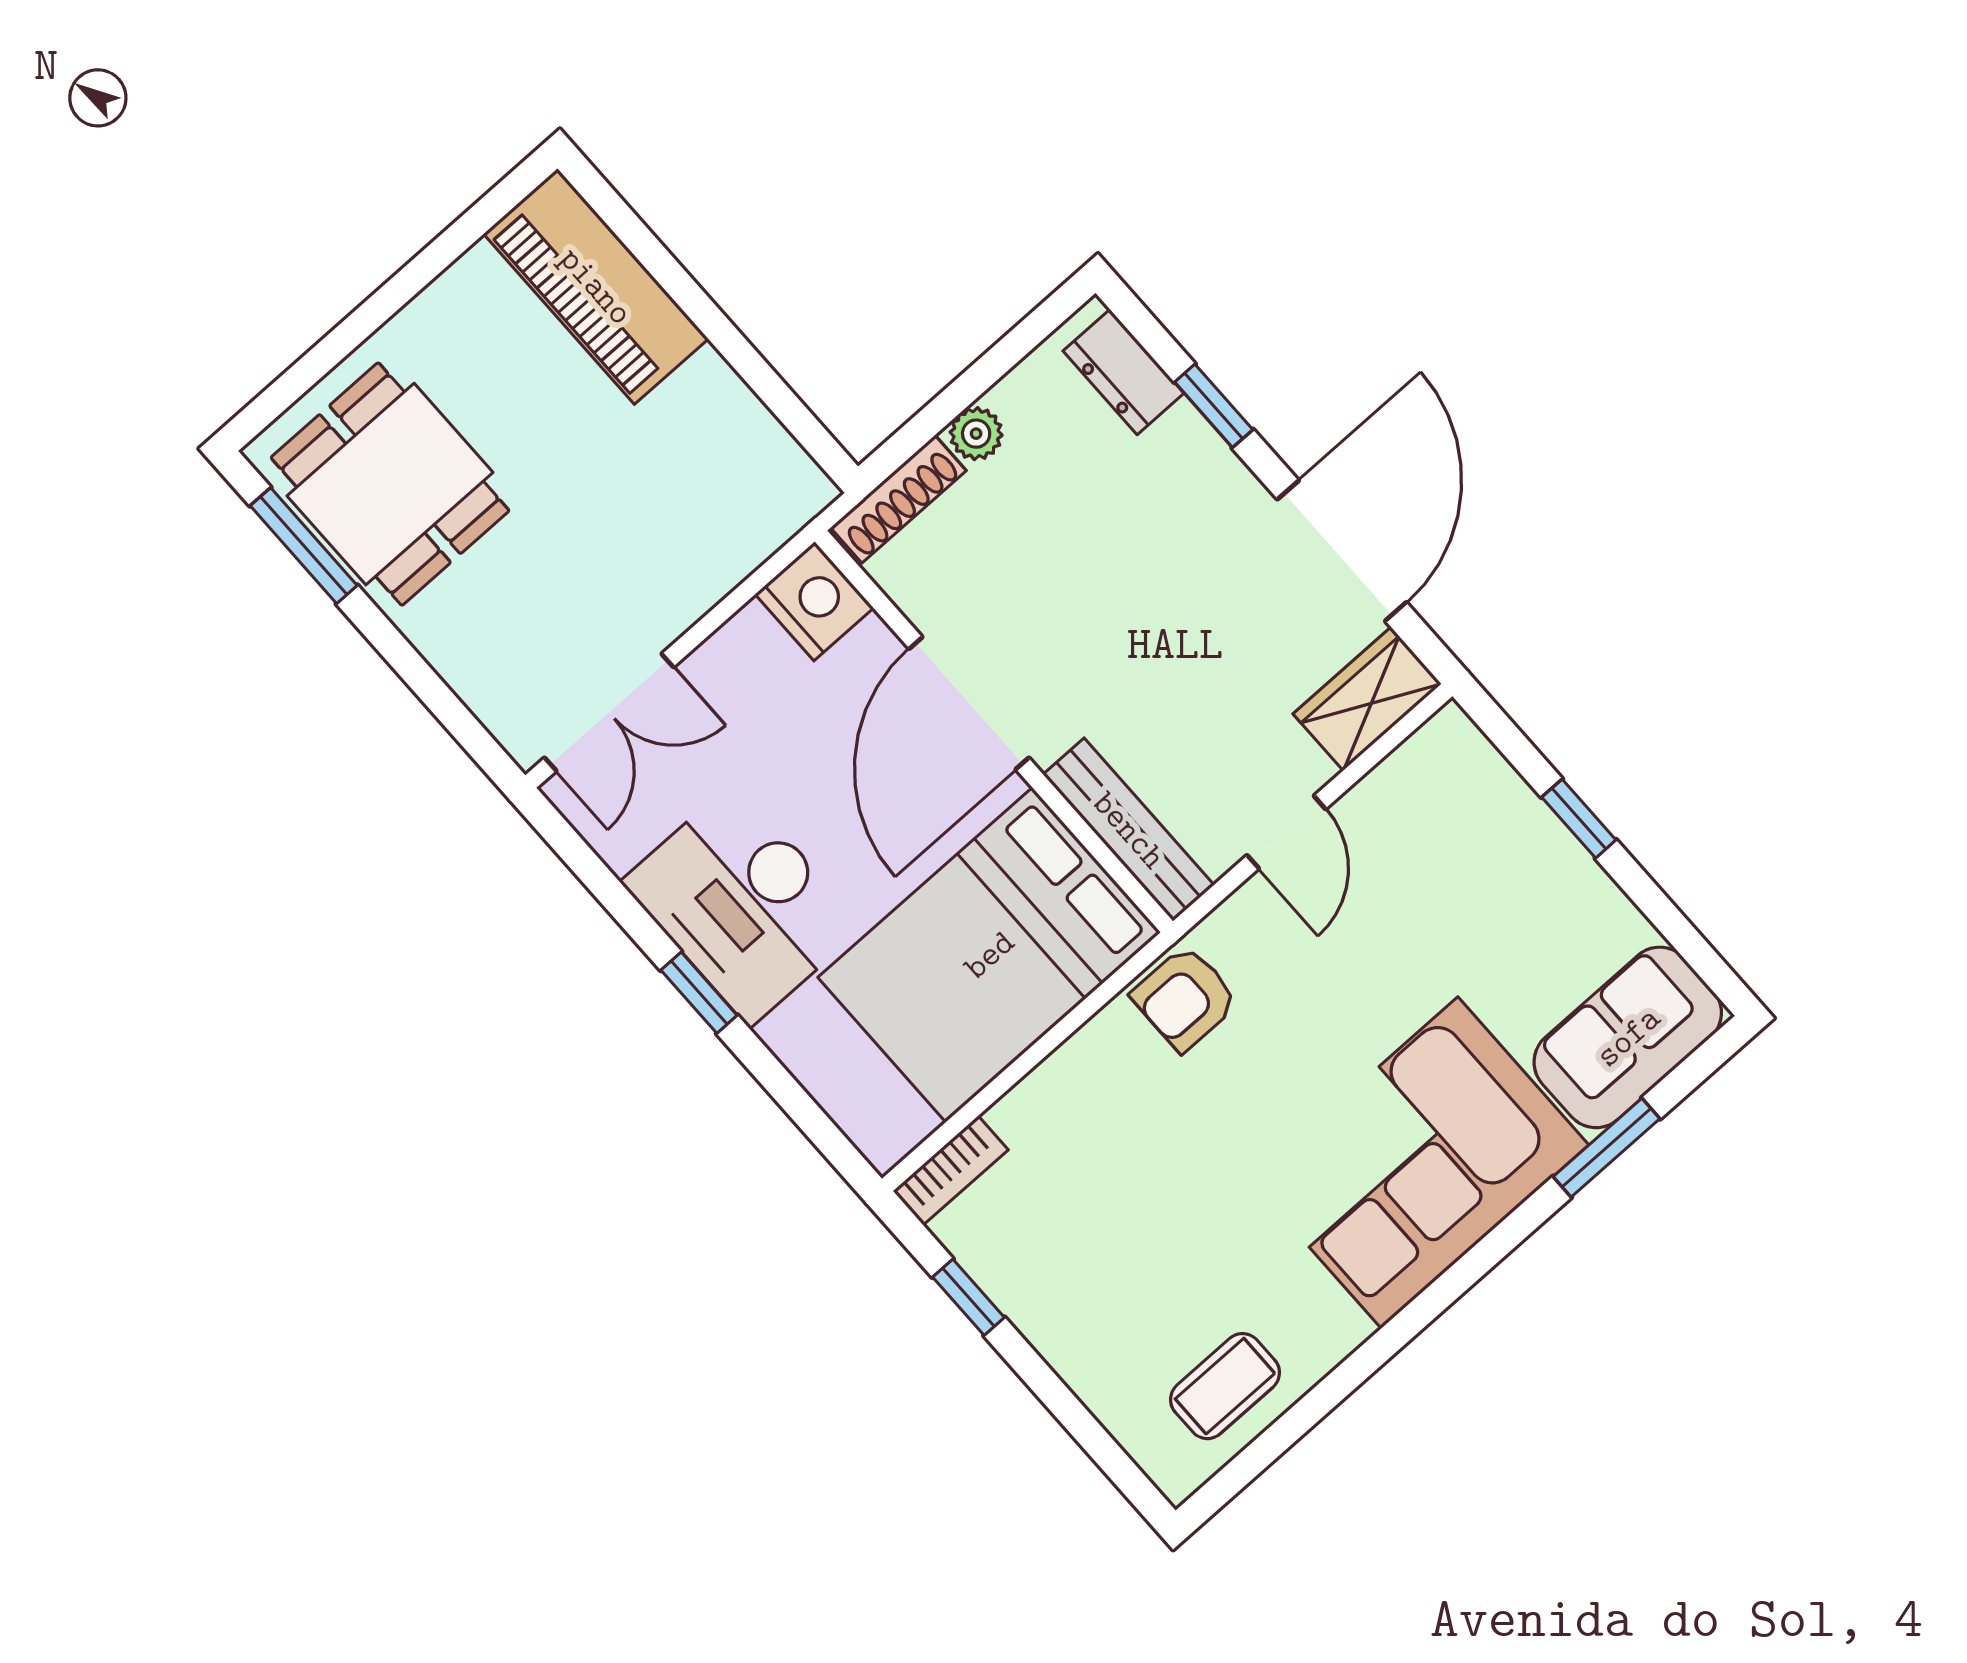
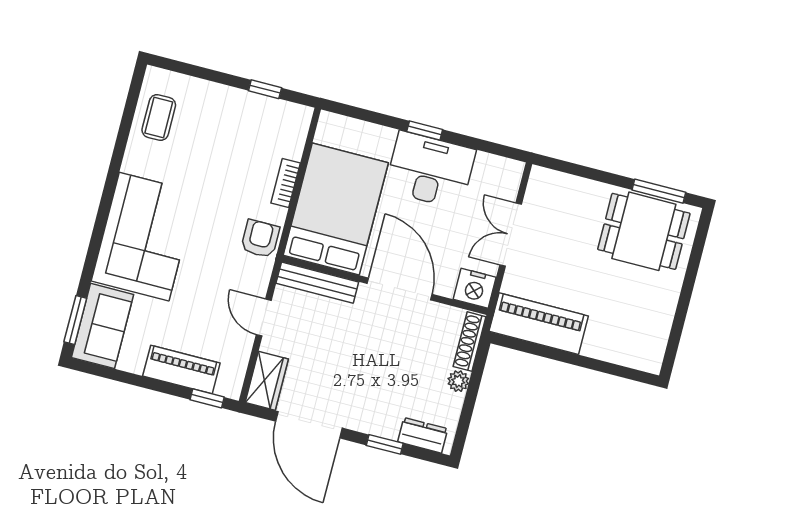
piano: (596, 286) -> (539, 324), moved
double door: (609, 712) -> (511, 235), moved
window: (1579, 819) -> (207, 398), moved
piano: (1526, 839) -> (181, 370), added
window: (1606, 1148) -> (75, 320), moved
bookcase: (951, 1170) -> (286, 183), moved

